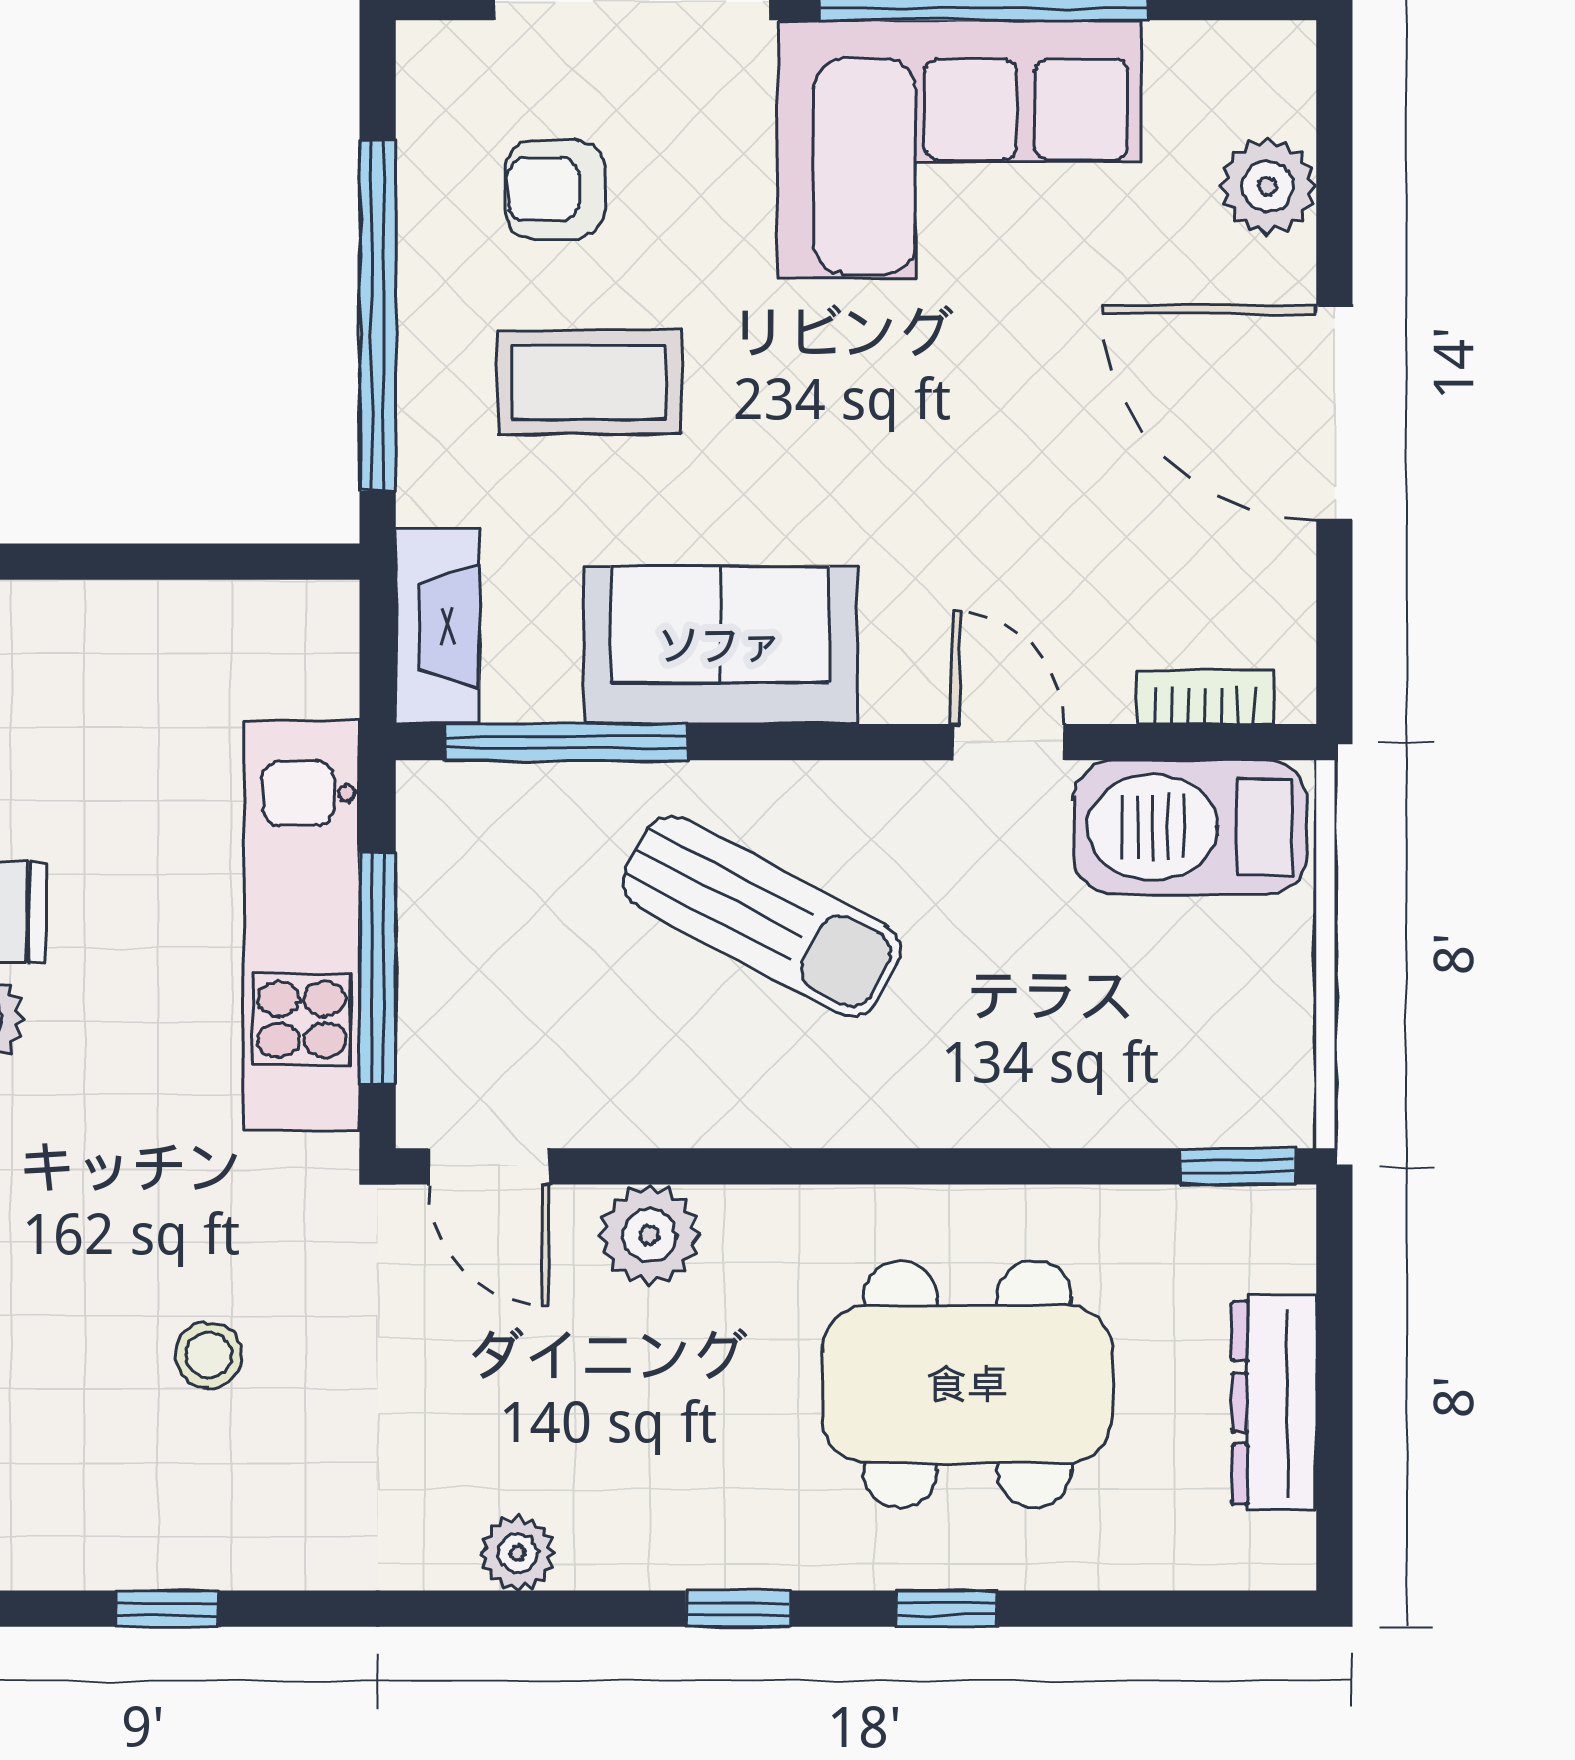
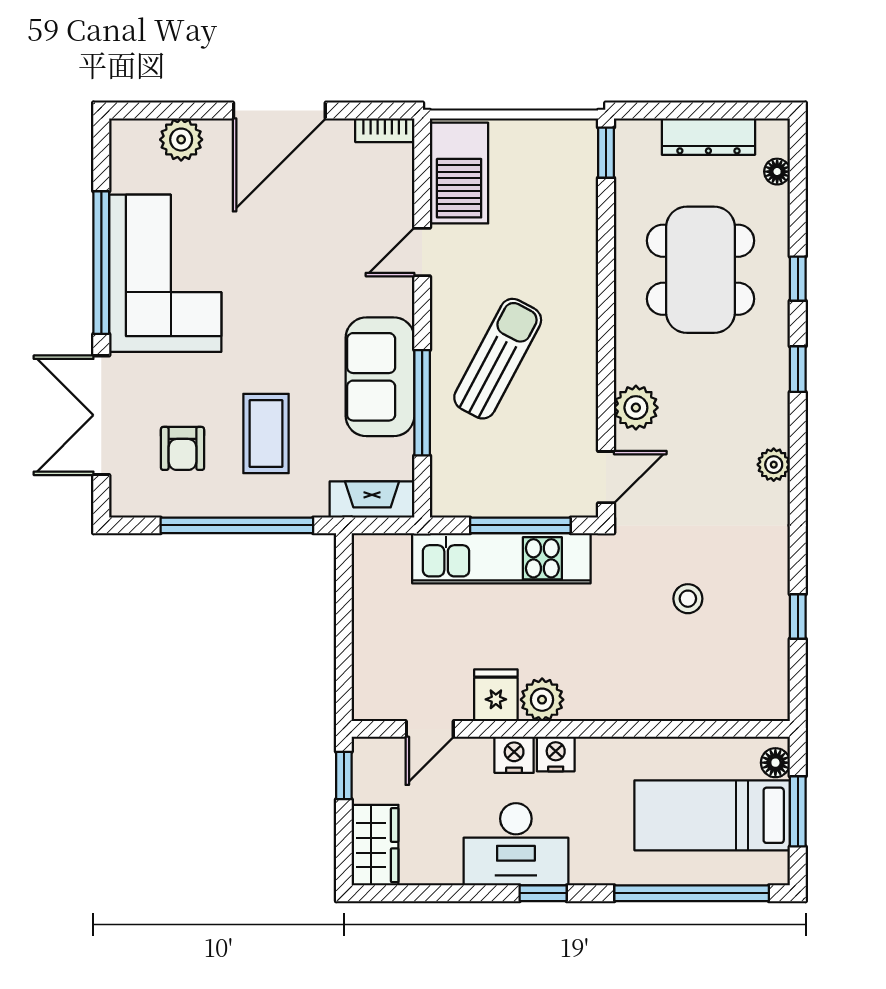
bookcase: (1205, 697) -> (385, 130), moved, turned -90
window: (566, 742) -> (422, 403), moved
floor lamp: (1194, 1561) -> (777, 172), added

